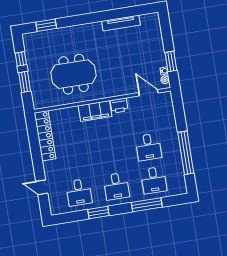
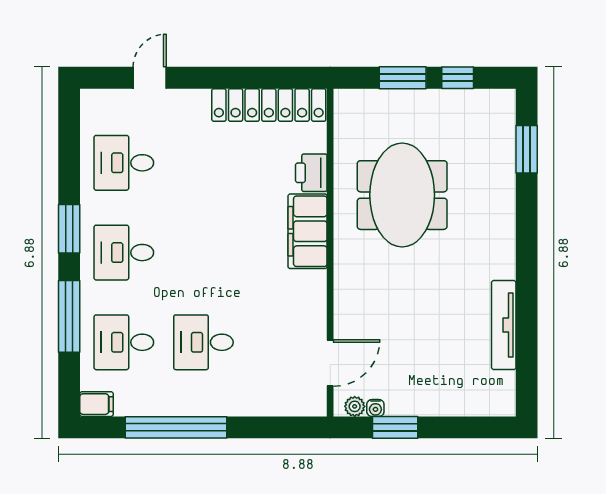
printer: (119, 106) -> (311, 173), moved
filing cabinet: (181, 187) -> (97, 404), added
window: (98, 213) -> (69, 229), moved

